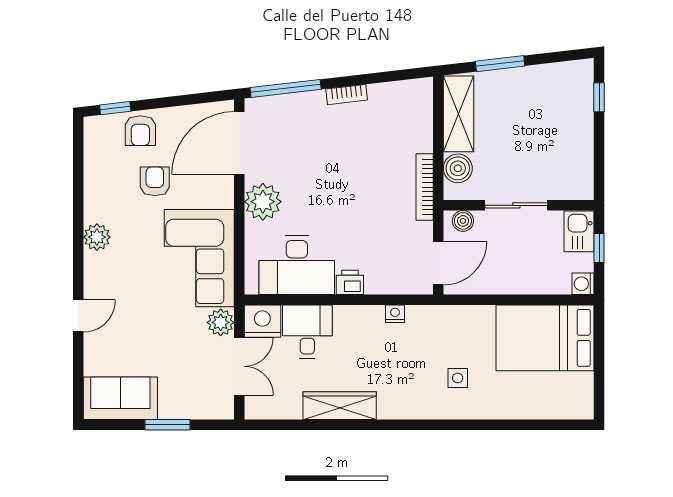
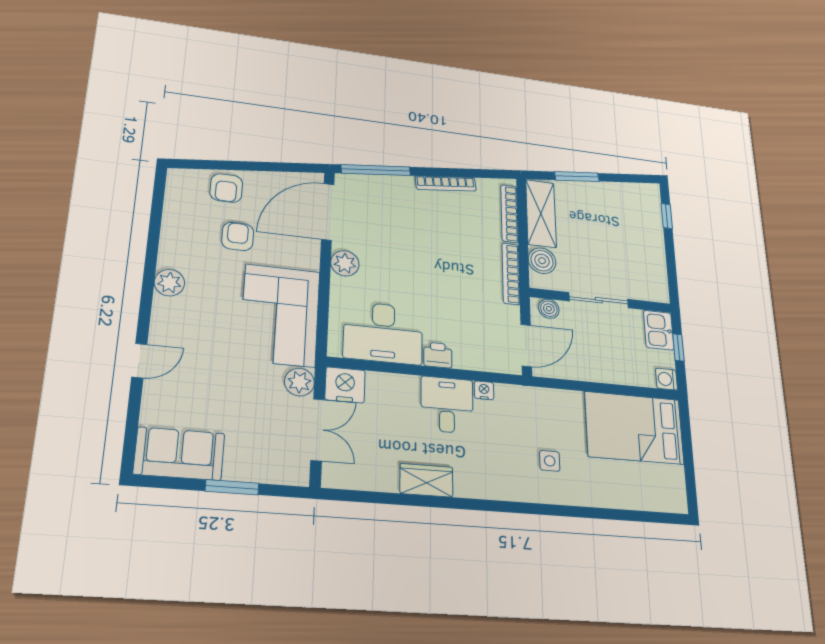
bookcase: (347, 95) -> (446, 184), width x1.56
window: (115, 108) -> (202, 164), removed
bookcase: (425, 119) -> (509, 214), added
plant: (263, 202) -> (345, 263), width x0.73, depth x0.73
desk: (307, 332) -> (447, 405), moved
wardrobe: (340, 406) -> (426, 480), width x0.67

